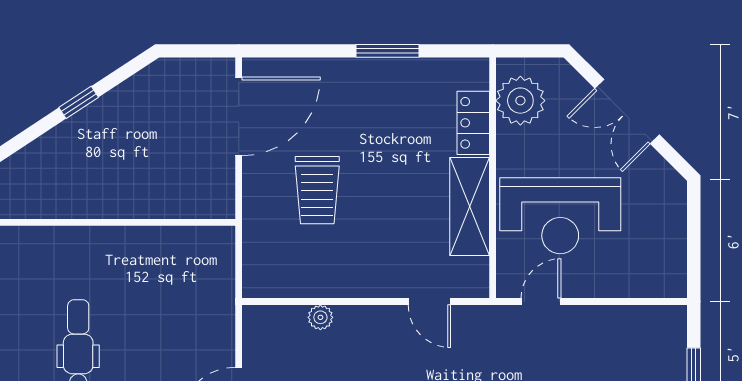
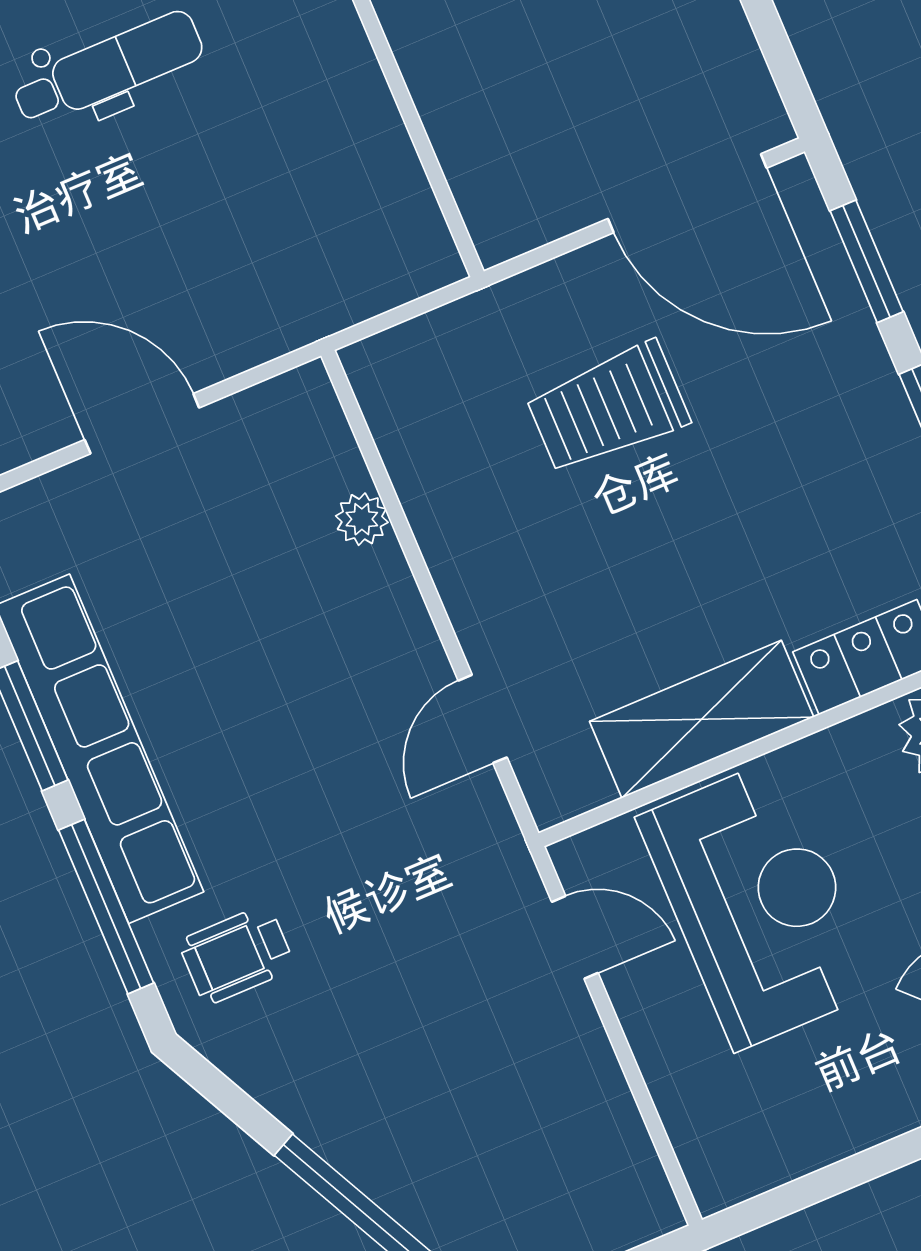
window: (301, 51) -> (867, 261), added
reception desk: (560, 216) -> (758, 904), turned 180

